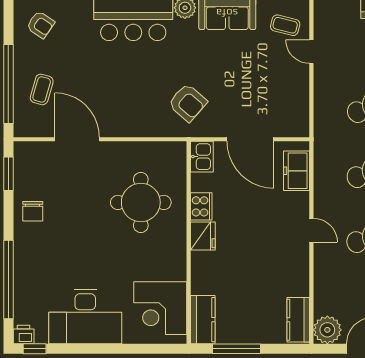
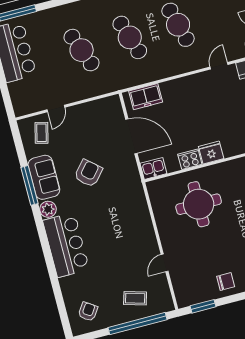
armchair: (188, 103) -> (88, 173), moved
door: (77, 139) -> (165, 263), width x0.53
door: (250, 139) -> (131, 136), hinge flipped
door: (311, 230) -> (219, 66), moved

